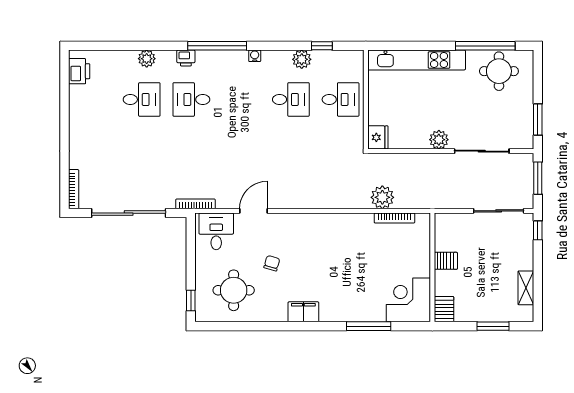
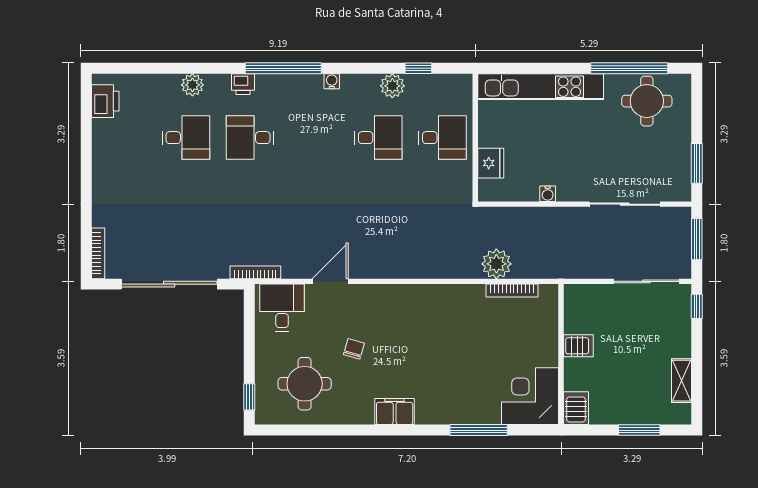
fridge: (378, 137) -> (491, 163), moved
plant: (439, 140) -> (569, 189), removed
water cooler: (422, 143) -> (548, 194), added

